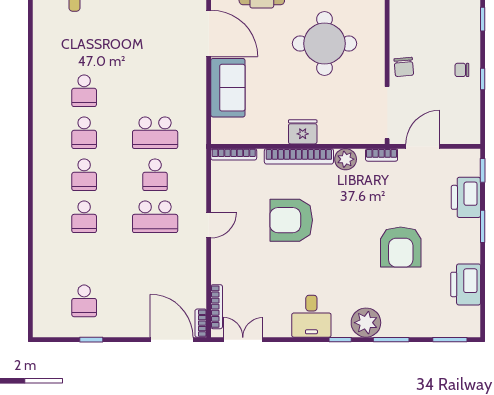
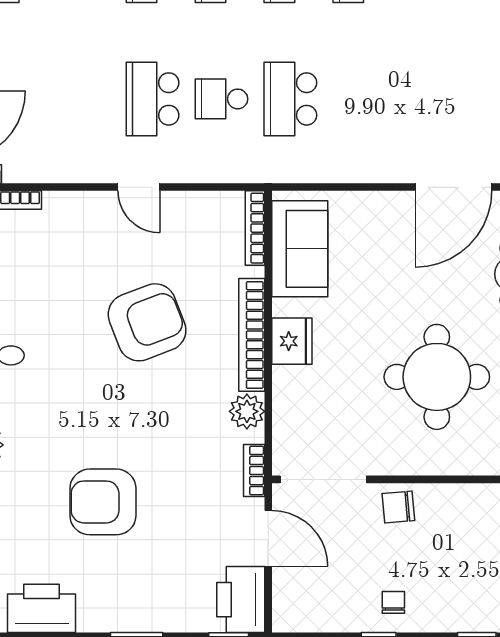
sofa: (228, 88) -> (300, 249), moved, turned -90
printer: (466, 197) -> (241, 600), moved, turned -90
armchair: (291, 220) -> (147, 322), turned 69

